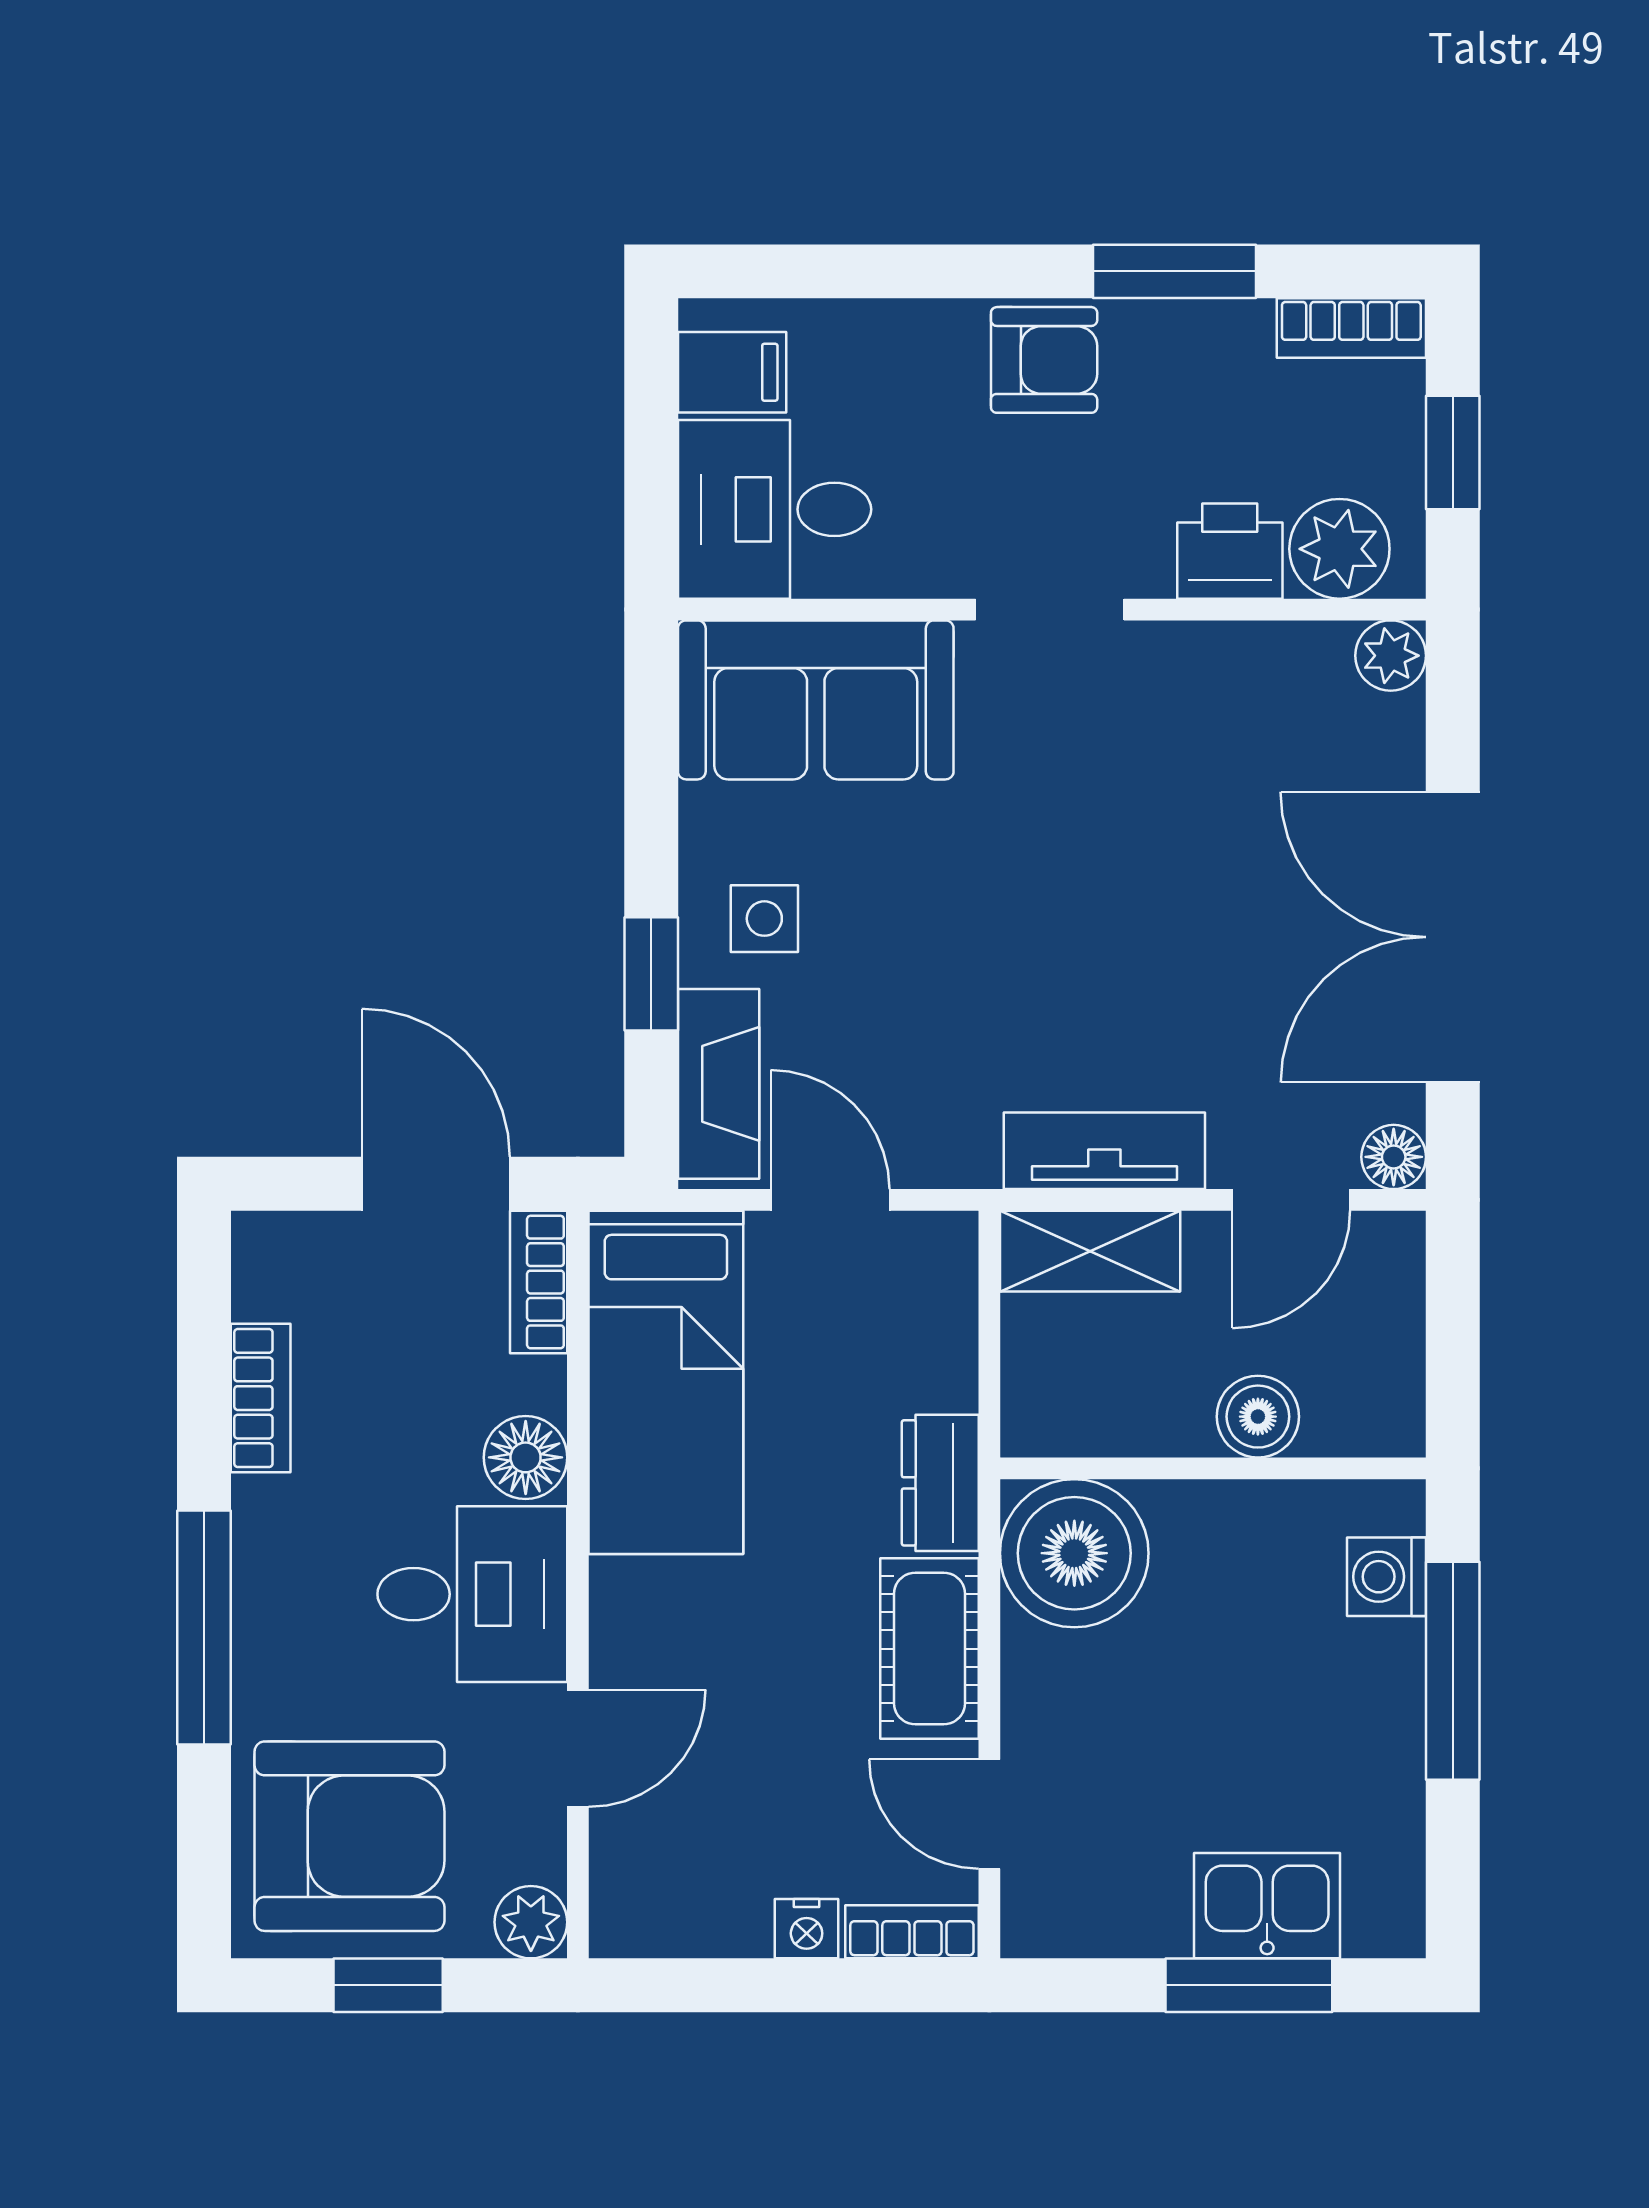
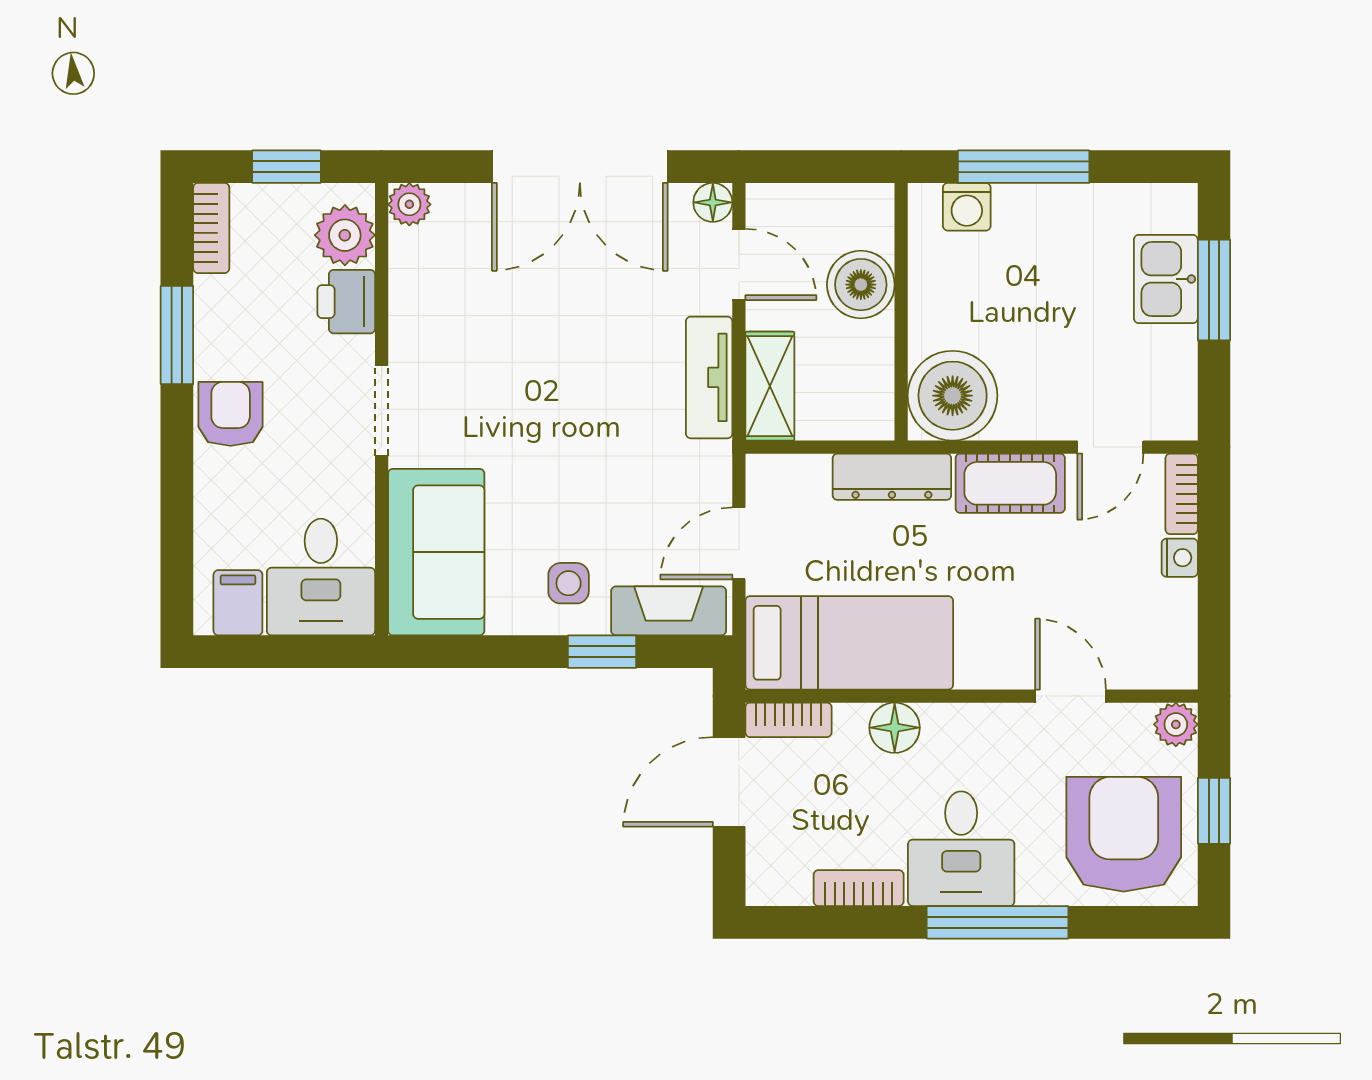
boiler: (1258, 1417) -> (861, 285), width x1.36, depth x1.36
dresser: (940, 1483) -> (892, 477), width x1.44
desk: (472, 1594) -> (961, 849), moved, turned 180

